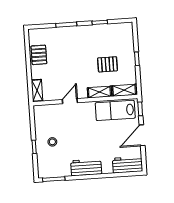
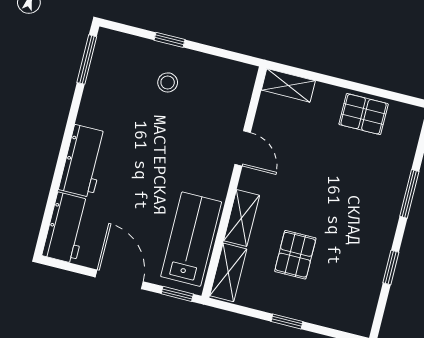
workbench: (86, 167) -> (83, 161), moved

